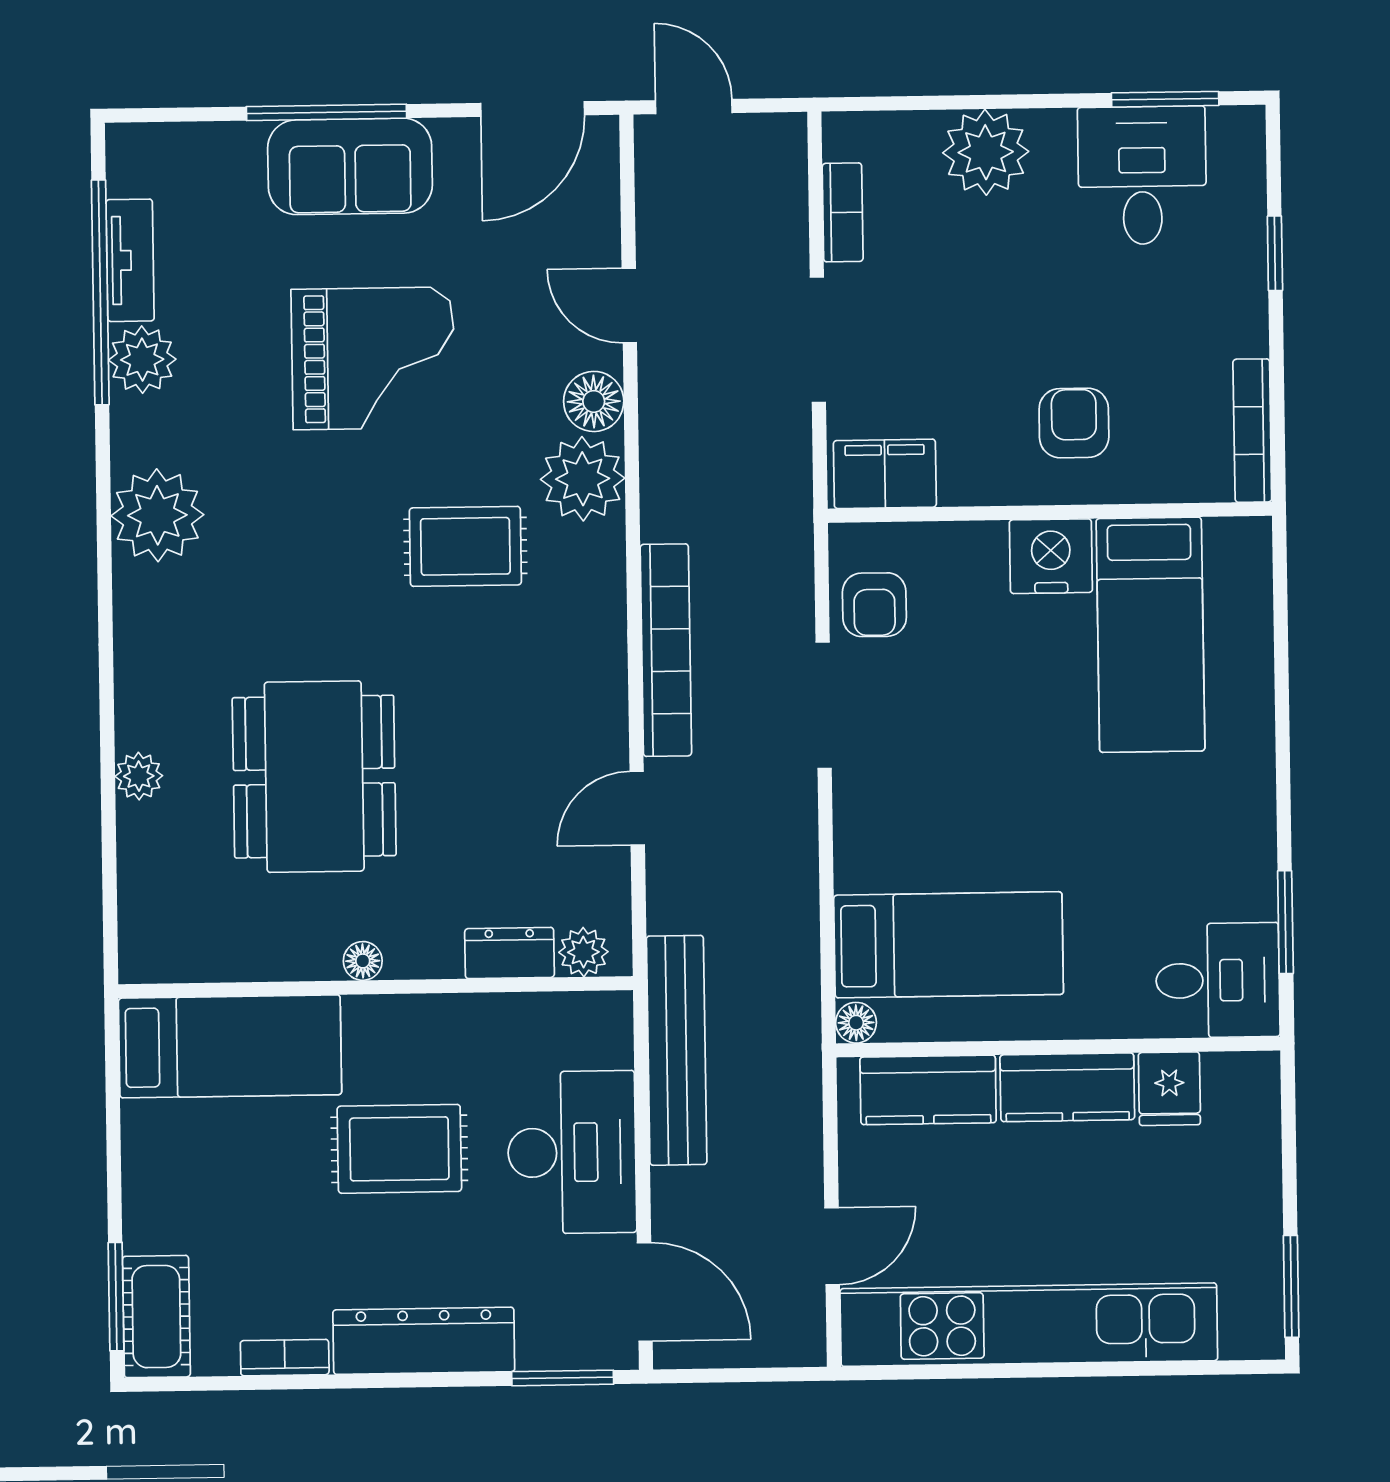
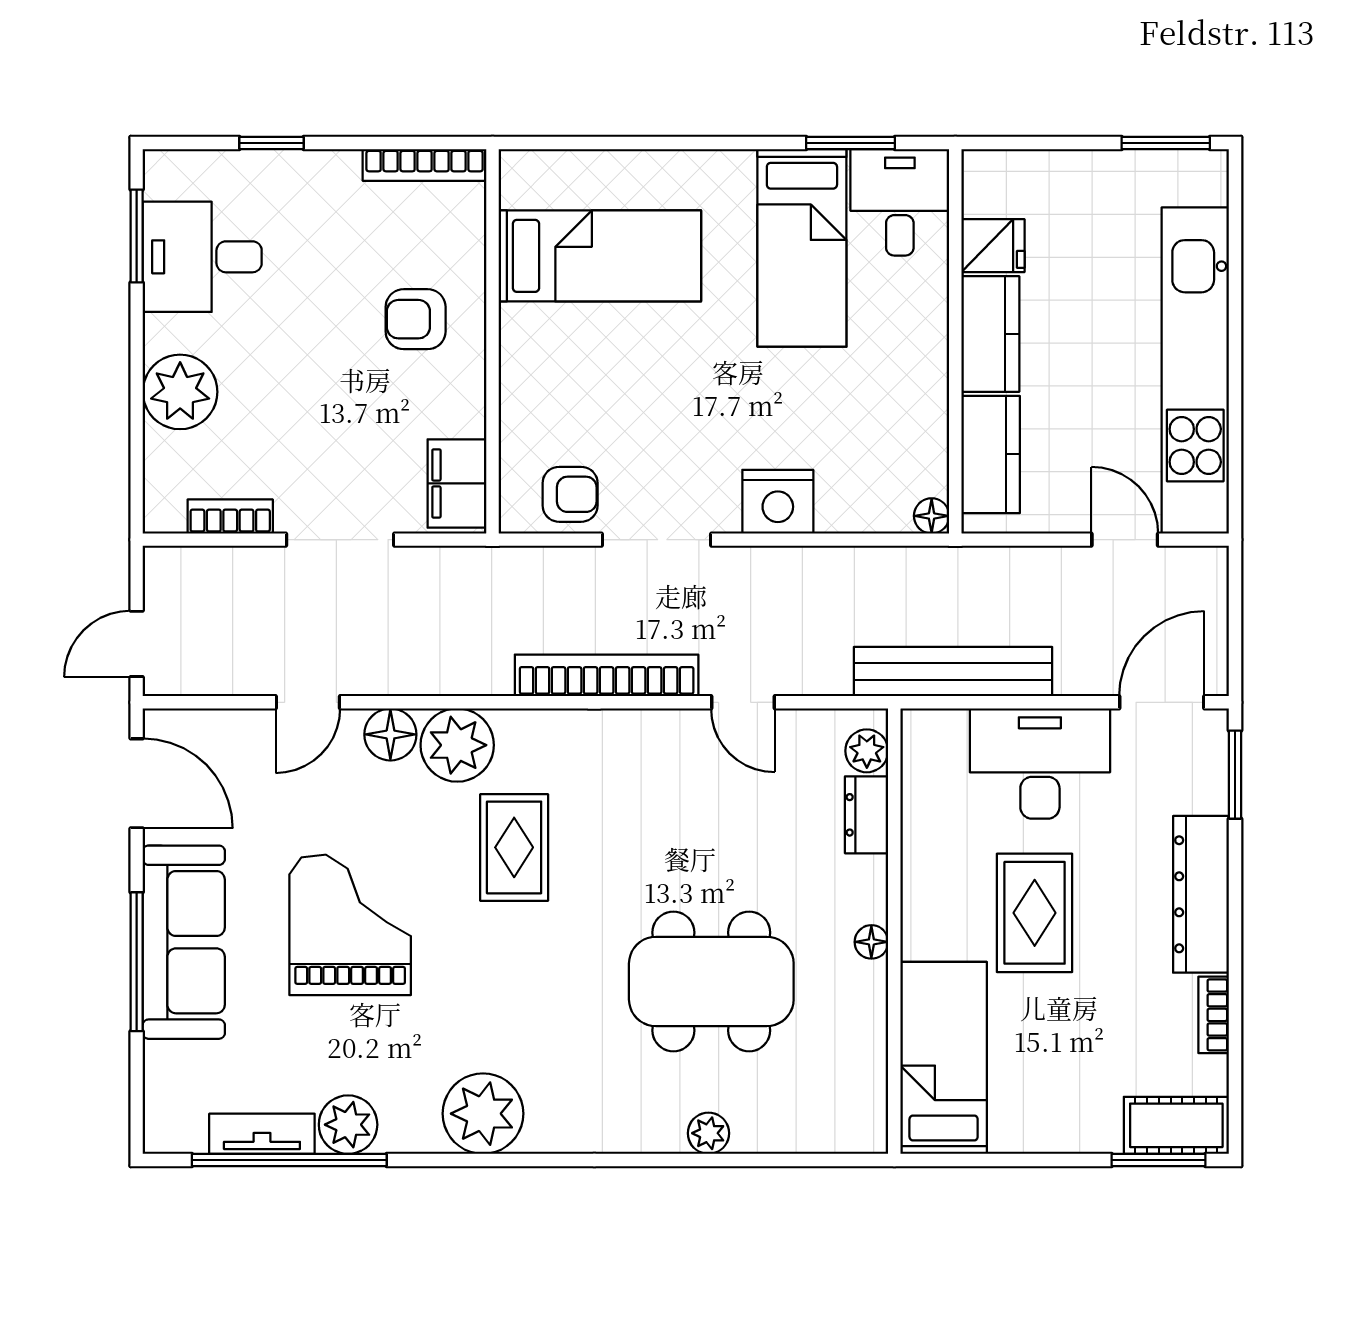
sofa: (350, 166) -> (184, 942), width x1.36
nightstand: (1051, 556) -> (778, 502), moved, turned -90
bed: (949, 945) -> (802, 248), moved, turned 180

